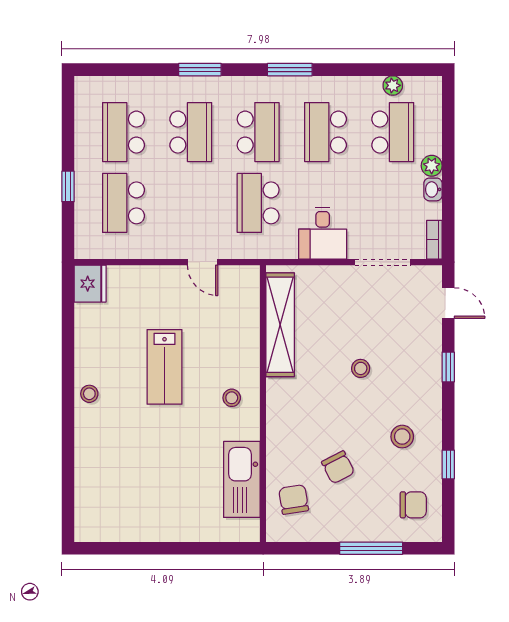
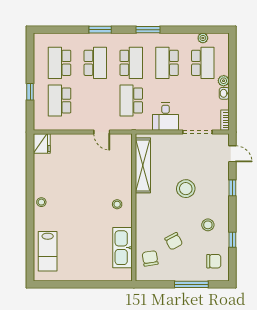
lab bench: (165, 367) -> (48, 251), moved
stool: (361, 368) -> (186, 189), width x1.89, depth x1.89

